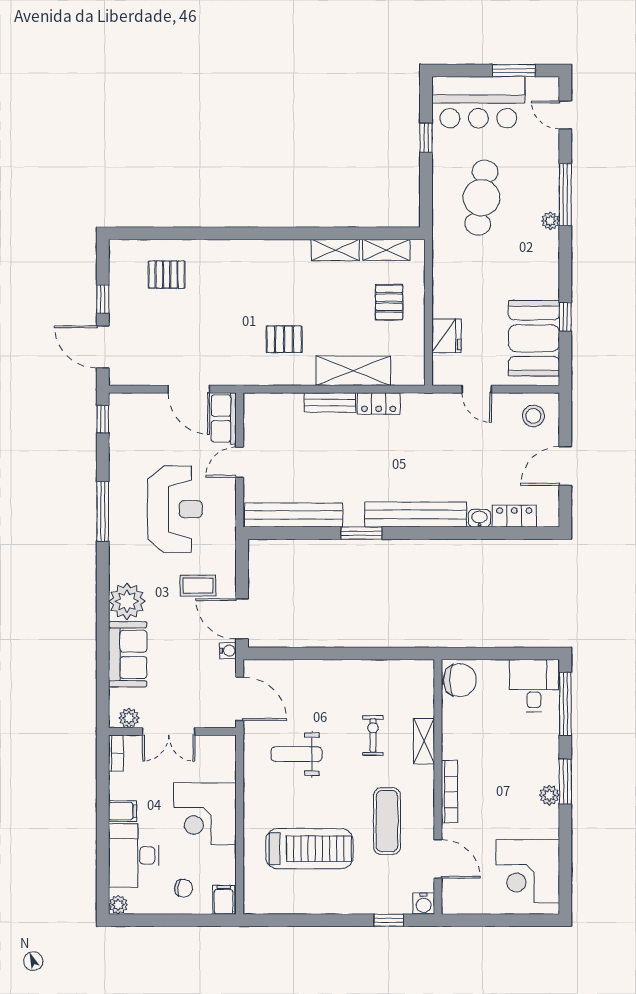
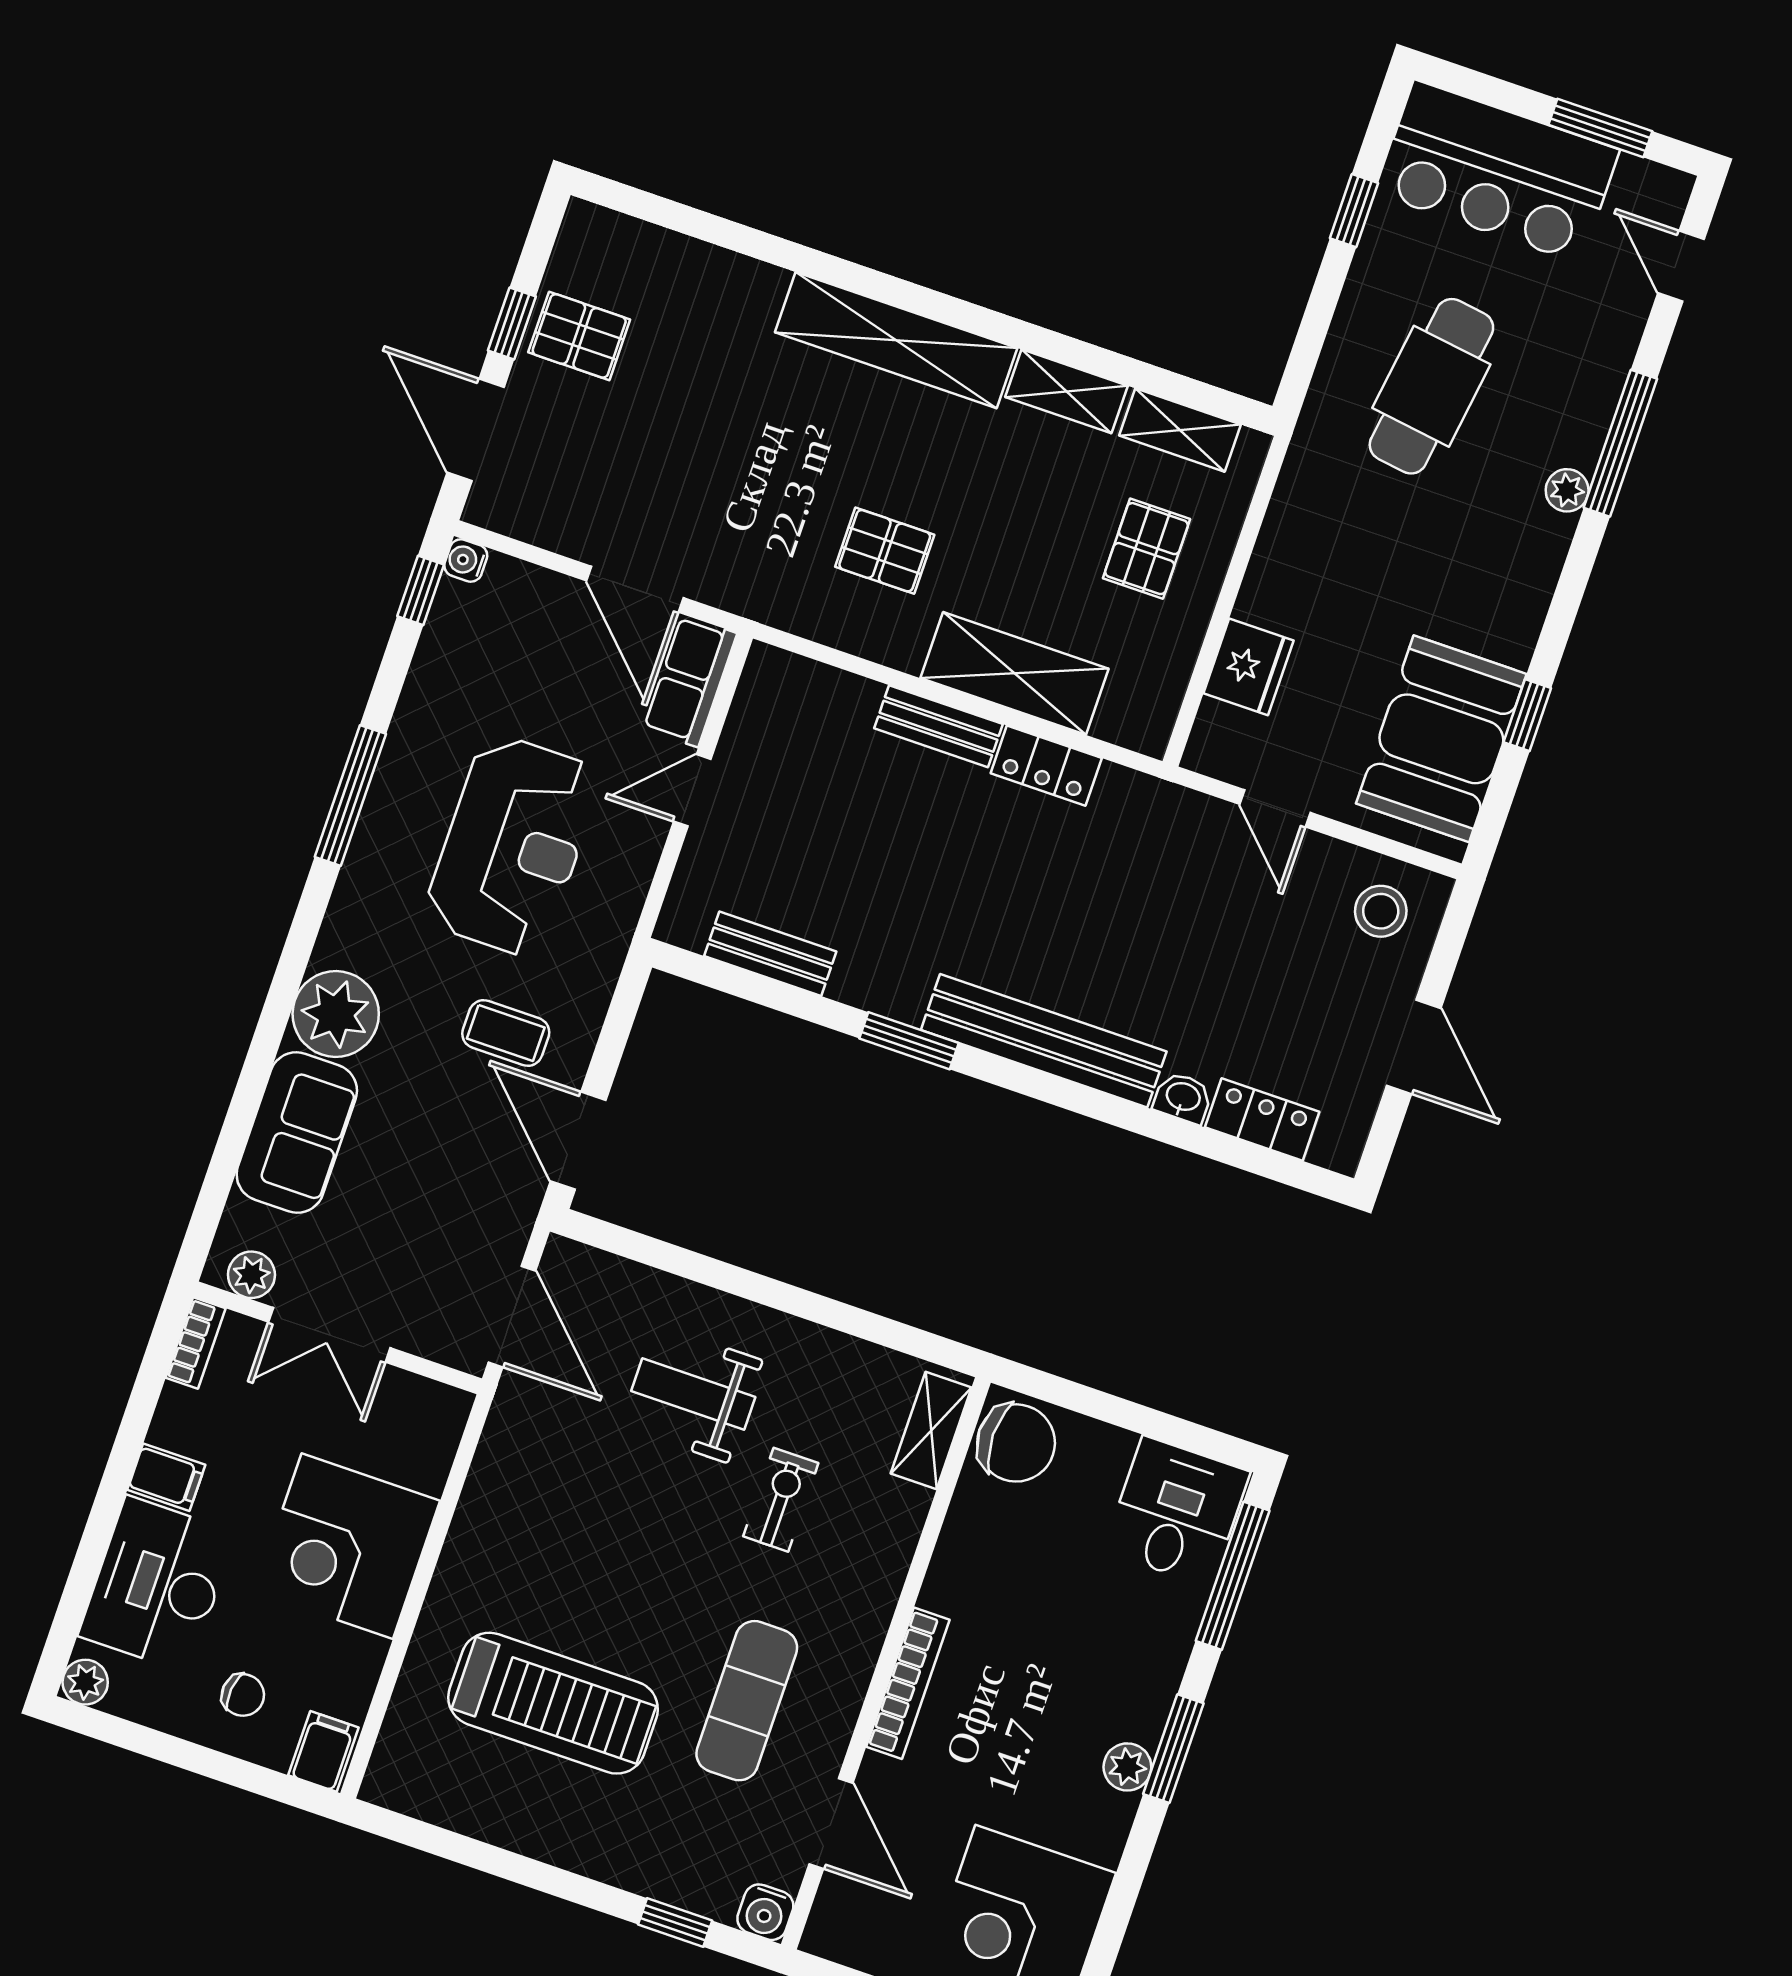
shelving: (260, 253) -> (896, 340), added
pallet: (167, 275) -> (579, 336), moved
door: (565, 466) -> (1414, 1047), swing flipped
bench: (294, 515) -> (770, 954), width x0.54, depth x0.82
water cooler: (228, 651) -> (466, 560), moved, turned 180
shelving: (424, 741) -> (931, 1431), moved
weight bench: (297, 754) -> (693, 1394), moved

